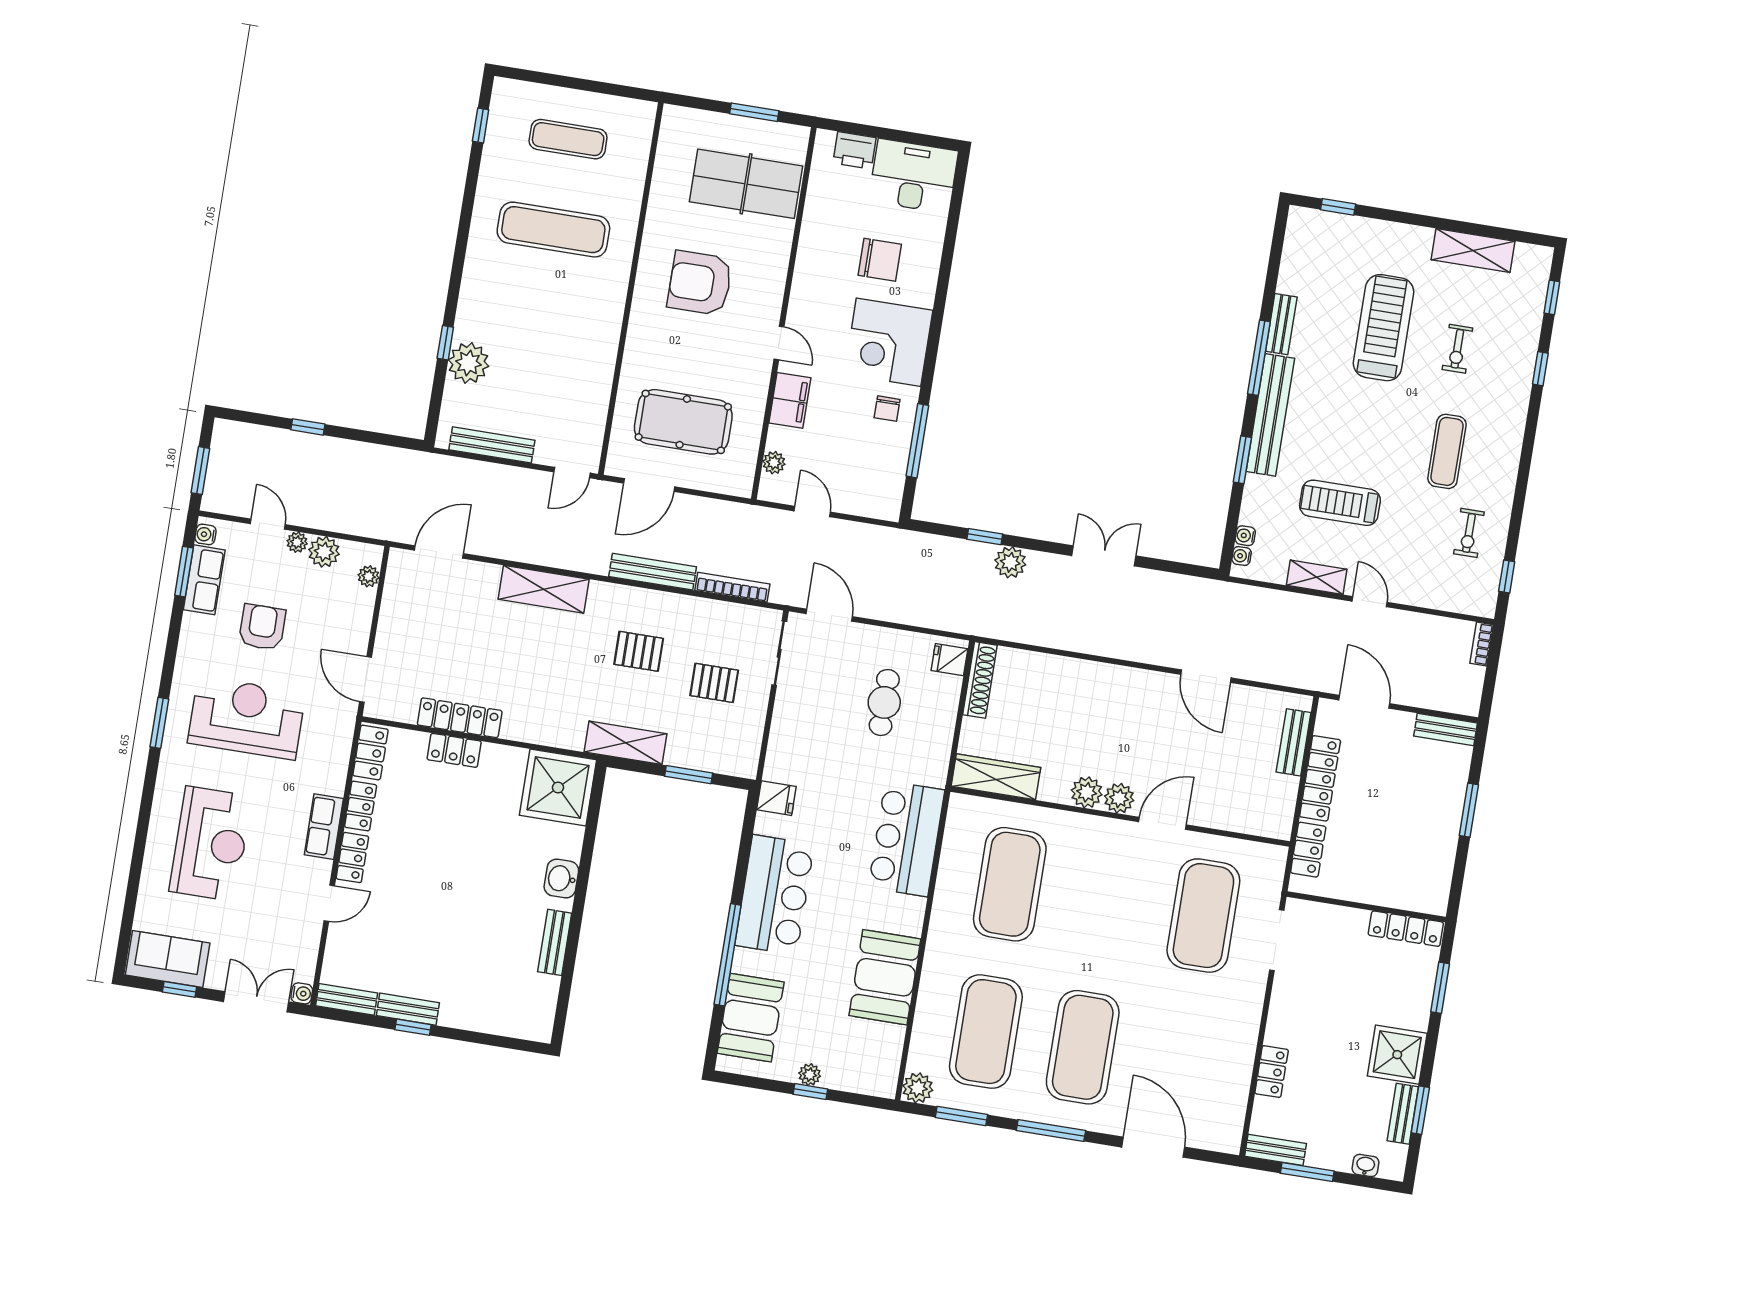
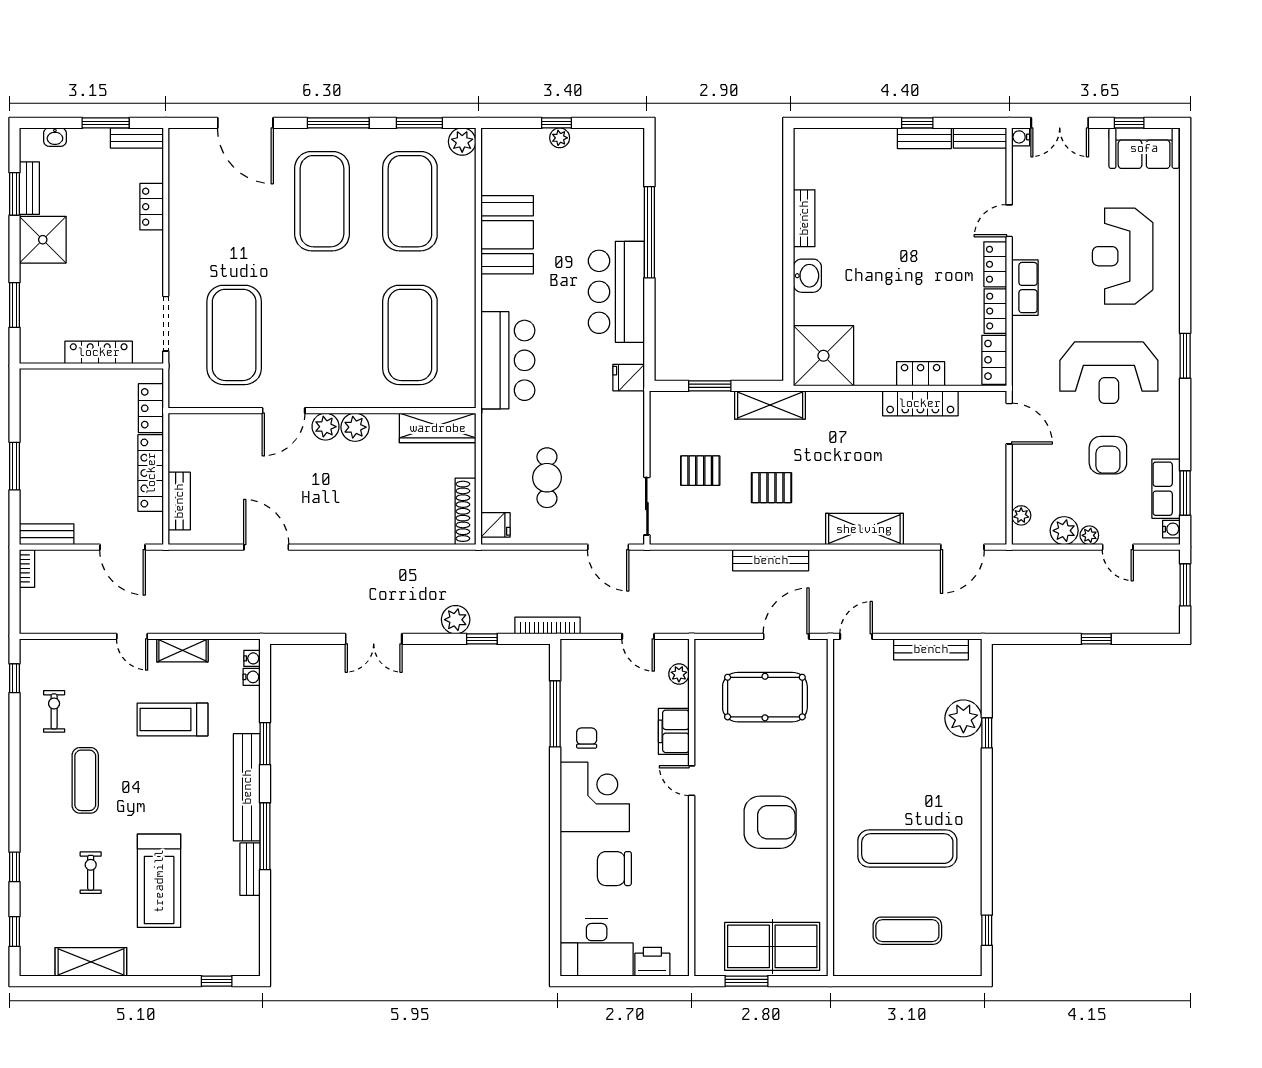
table tennis table: (746, 184) -> (772, 946), moved
treadmill: (1340, 503) -> (173, 720), turned 180
bookcase: (732, 587) -> (547, 626), moved, turned 180
bookcase: (1482, 644) -> (27, 568), moved
locker: (1406, 929) -> (99, 352), moved
booth: (751, 1018) -> (620, 180), removed

